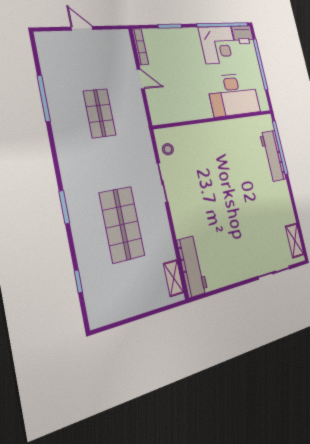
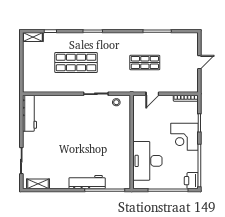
corner desk: (219, 45) -> (185, 137), moved
door: (141, 79) -> (152, 94), moved
workbench: (273, 156) -> (87, 182), moved
workbench: (192, 266) -> (29, 113), moved, turned -90
shelving: (174, 278) -> (33, 37), moved

